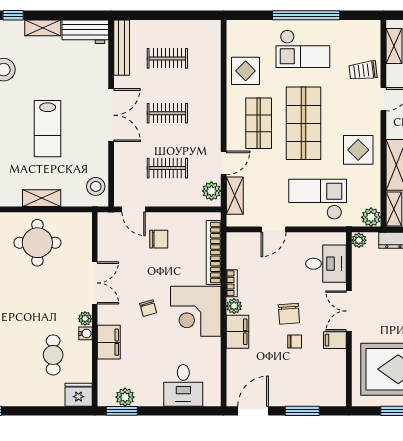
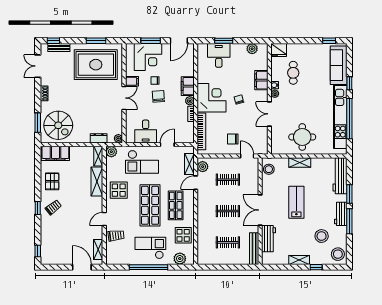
plant: (251, 30) -> (180, 259), added
workbench: (85, 32) -> (268, 239), moved, turned 90
desk: (326, 264) -> (146, 132), moved, turned -90
corner desk: (307, 382) -> (148, 57), added
window: (122, 411) -> (224, 41), moved

